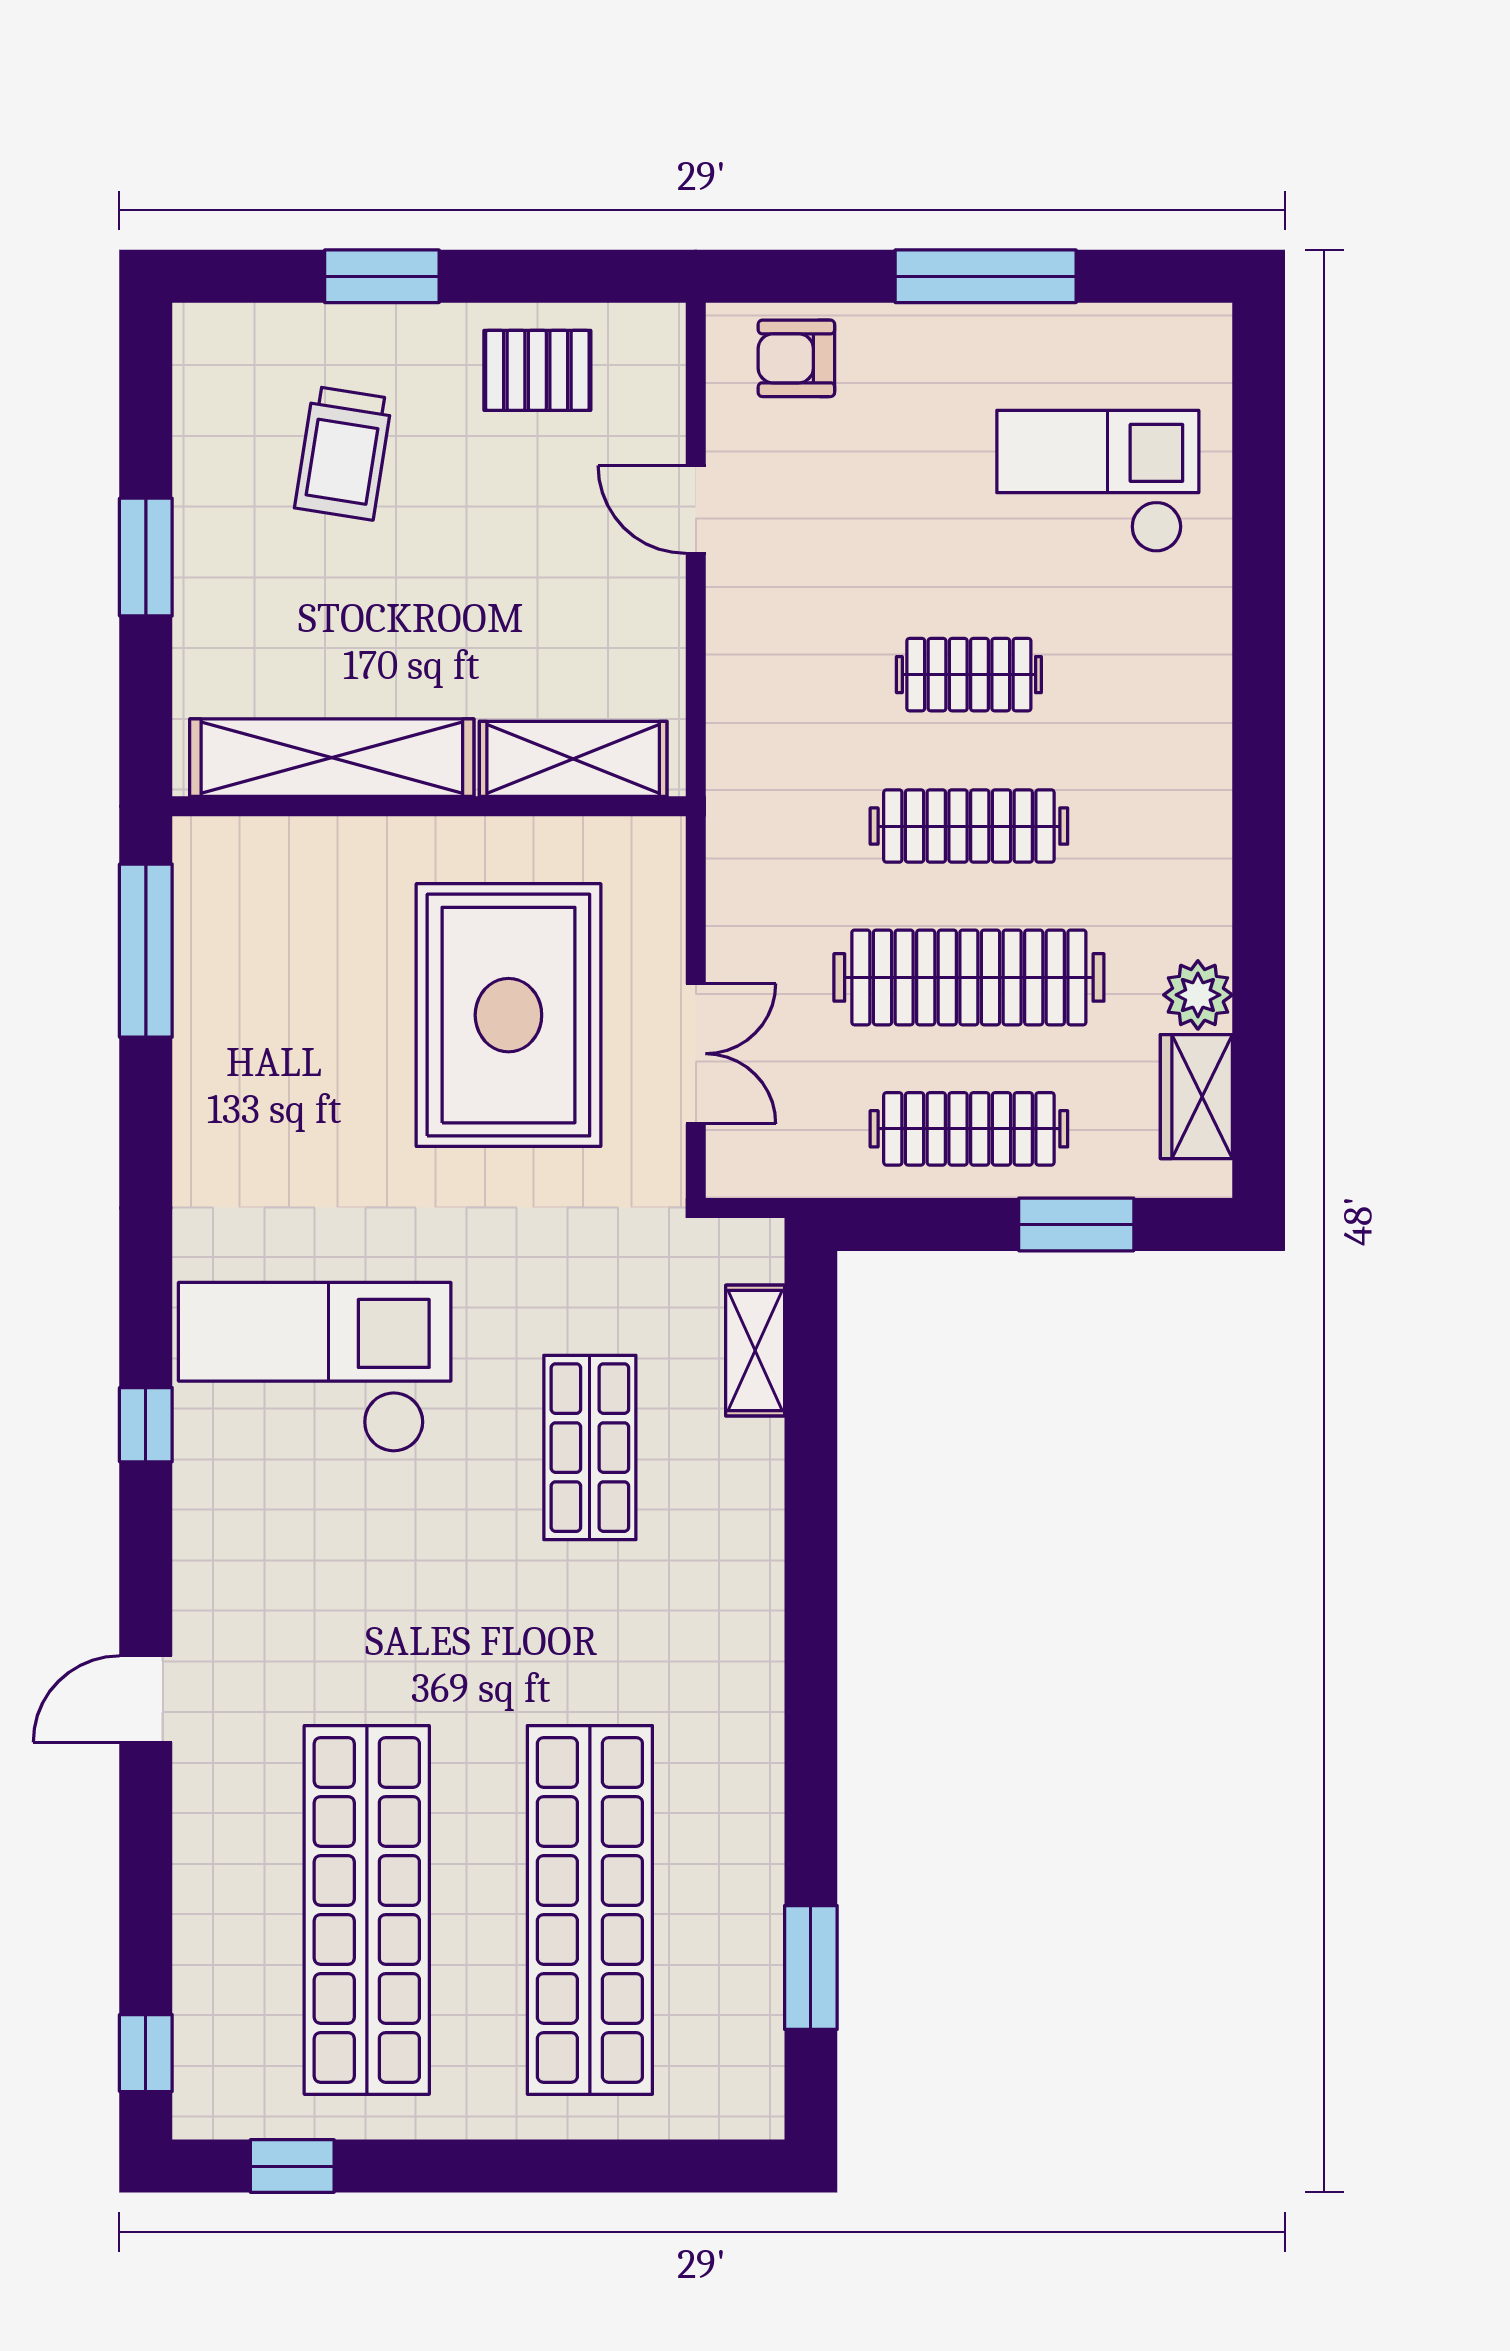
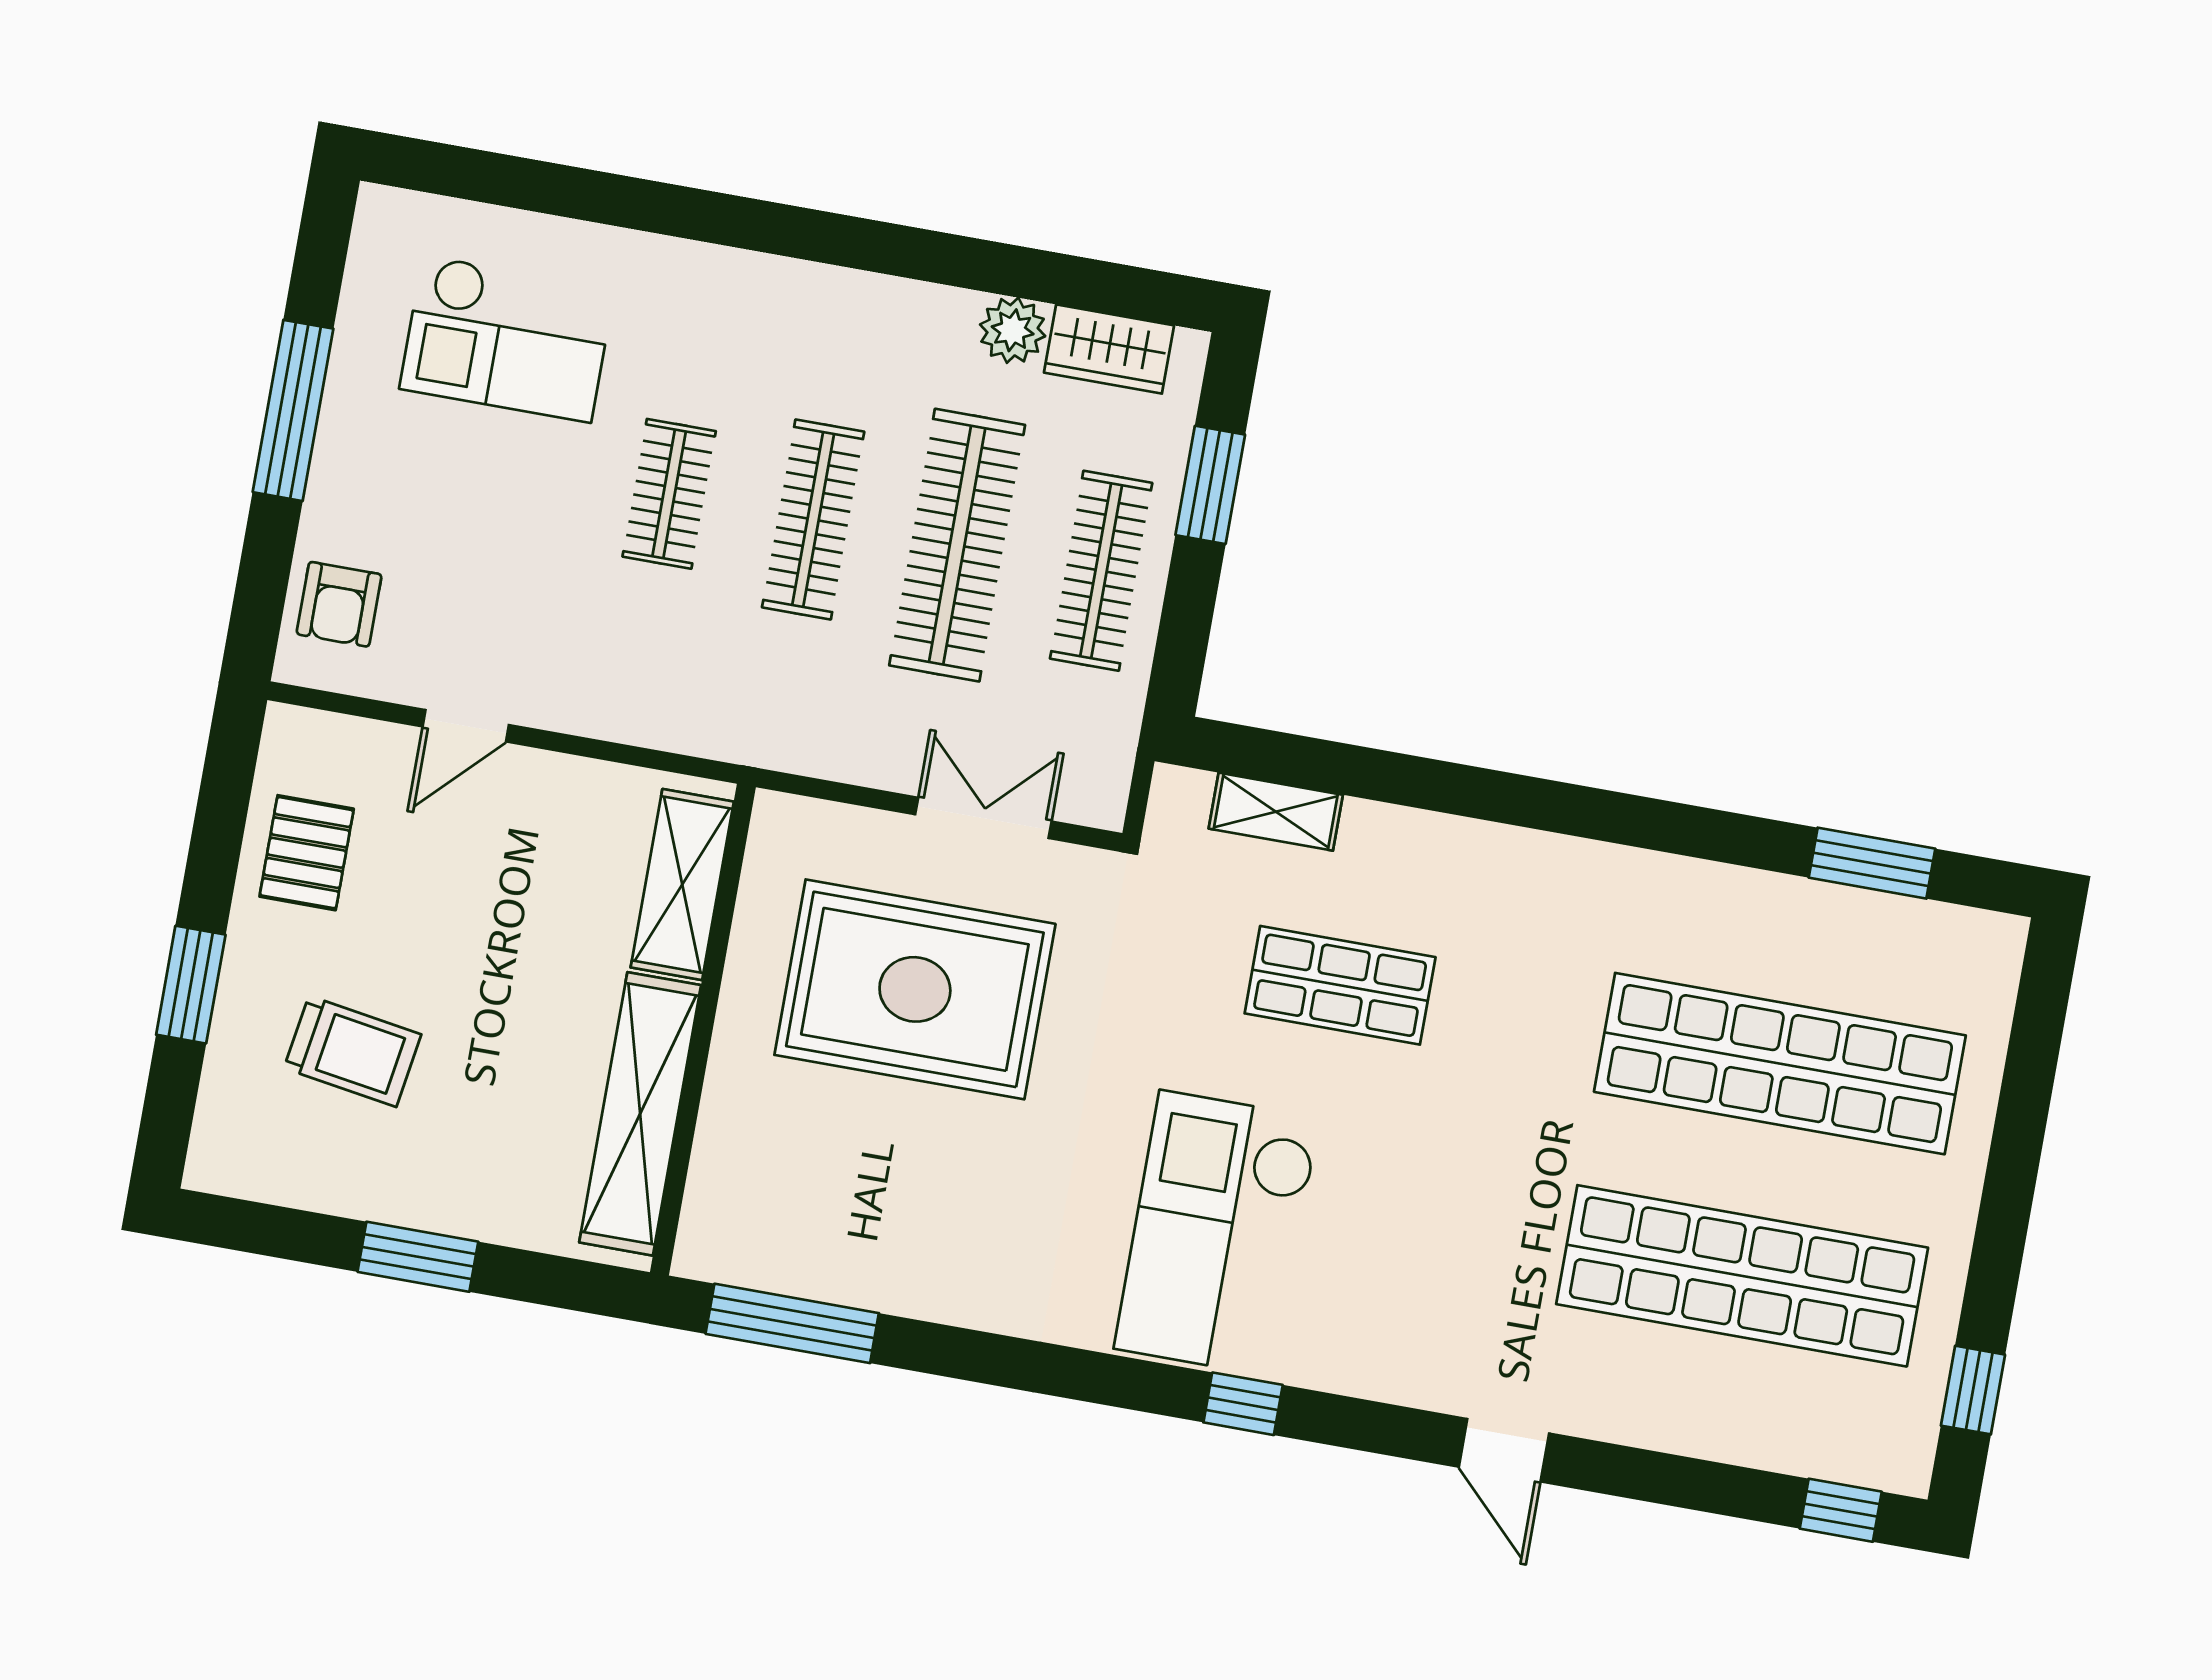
checkout: (1098, 481) -> (507, 338), turned -90

